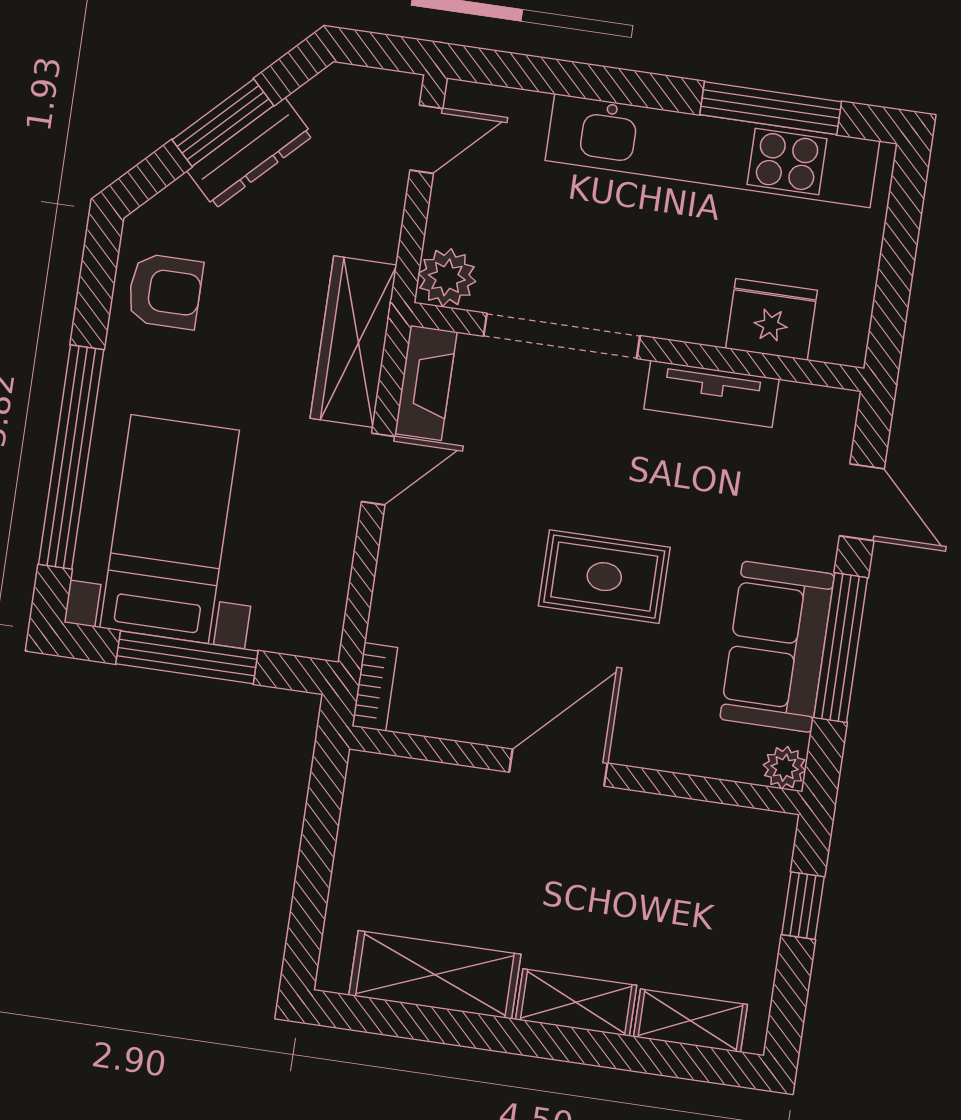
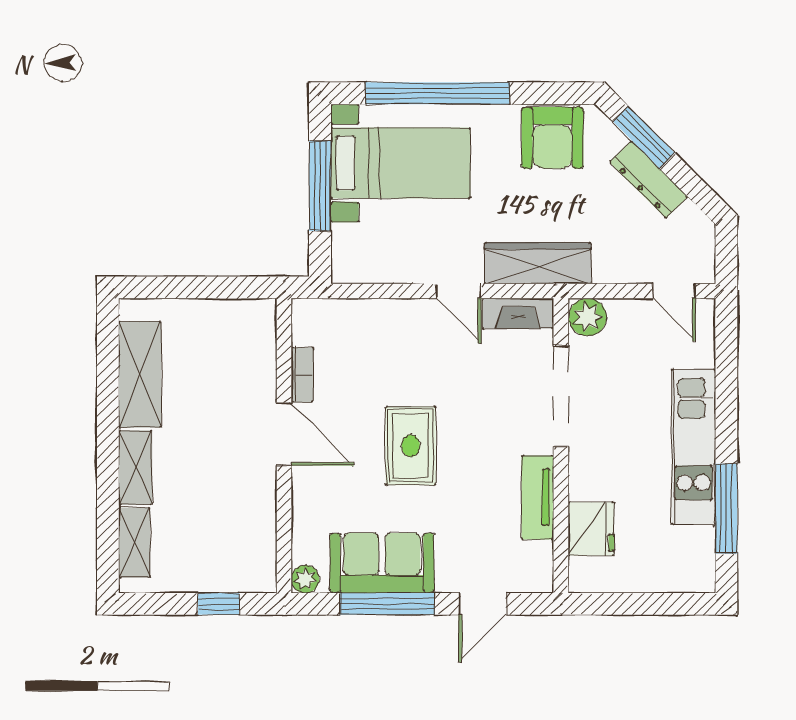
window: (223, 123) -> (644, 137), moved
kitchen unit: (712, 151) -> (694, 447), width x0.73
armchair: (165, 291) -> (552, 138), width x1.38, depth x1.38
bookcase: (375, 687) -> (302, 375), moved, turned -90

